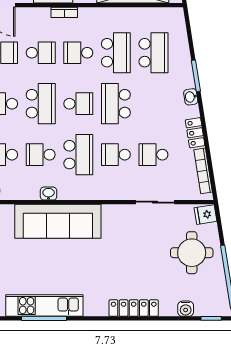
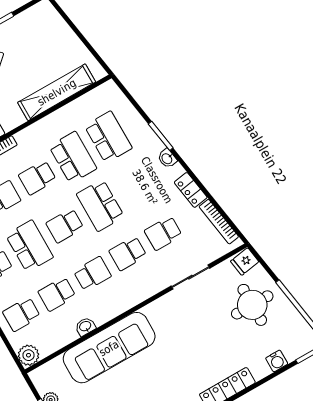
school desk: (78, 104) -> (65, 226), turned 180
school desk: (78, 155) -> (92, 274), width x0.54

